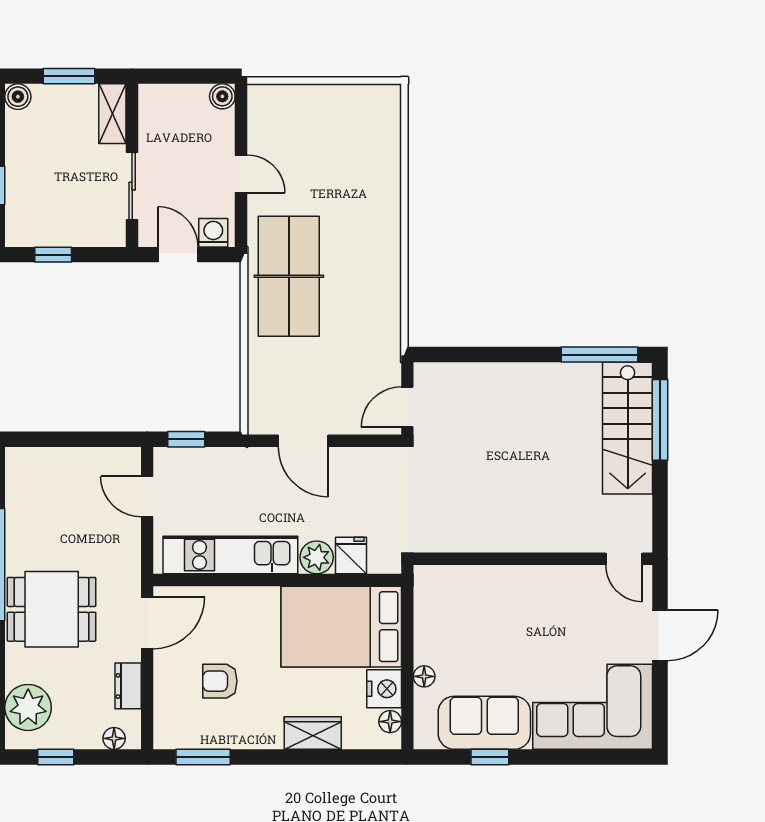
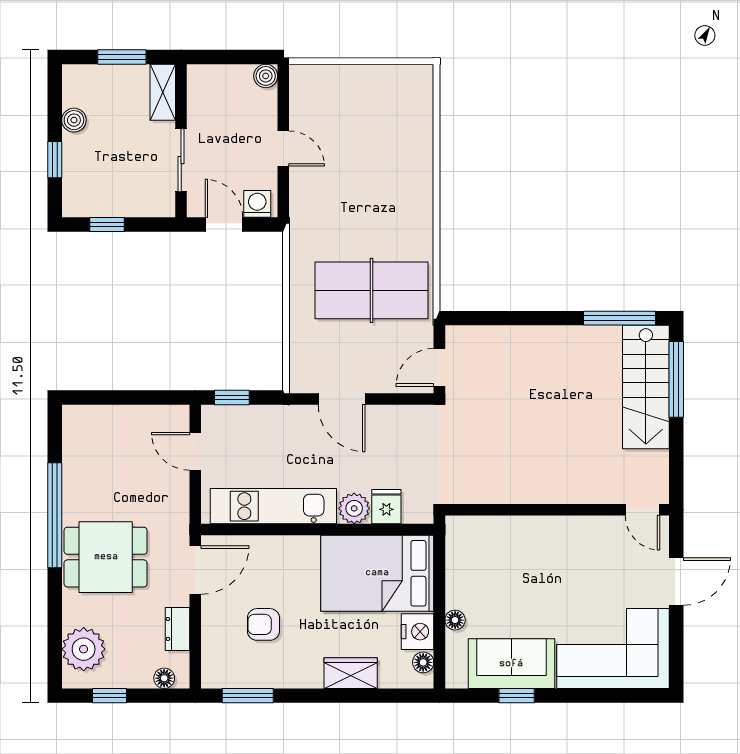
boiler: (18, 97) -> (74, 120), moved
table tennis table: (289, 276) -> (371, 290), moved, turned 90

